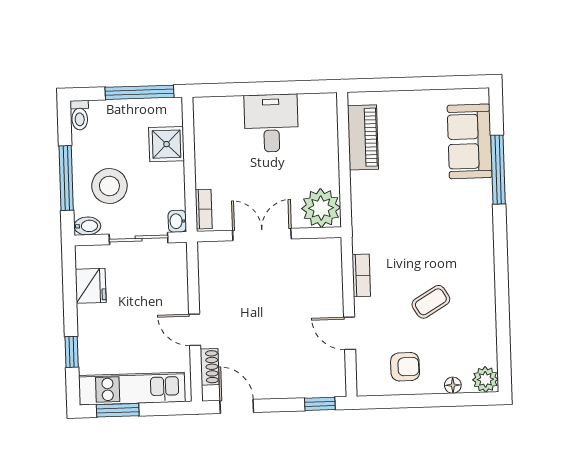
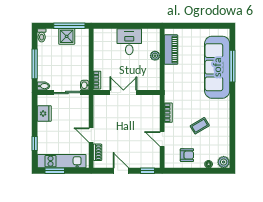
sofa: (470, 141) -> (217, 67), width x1.85, depth x1.27
shower: (167, 144) -> (67, 36), moved
stool: (109, 186) -> (54, 68), removed
plant: (321, 208) -> (155, 56), moved, width x0.53, depth x0.53
door: (237, 406) -> (121, 171), moved

